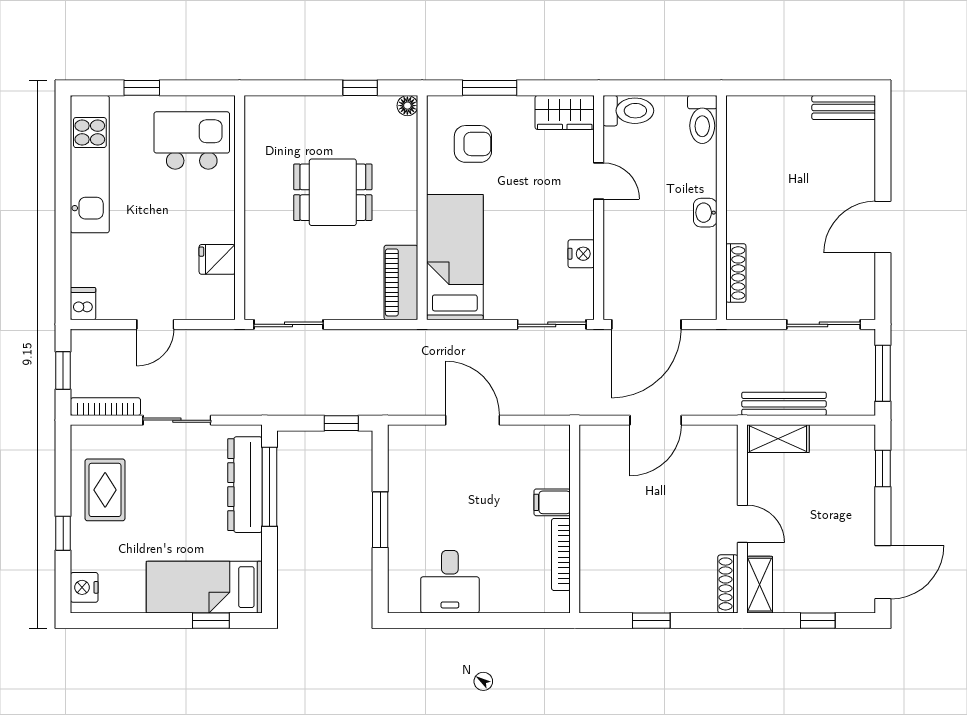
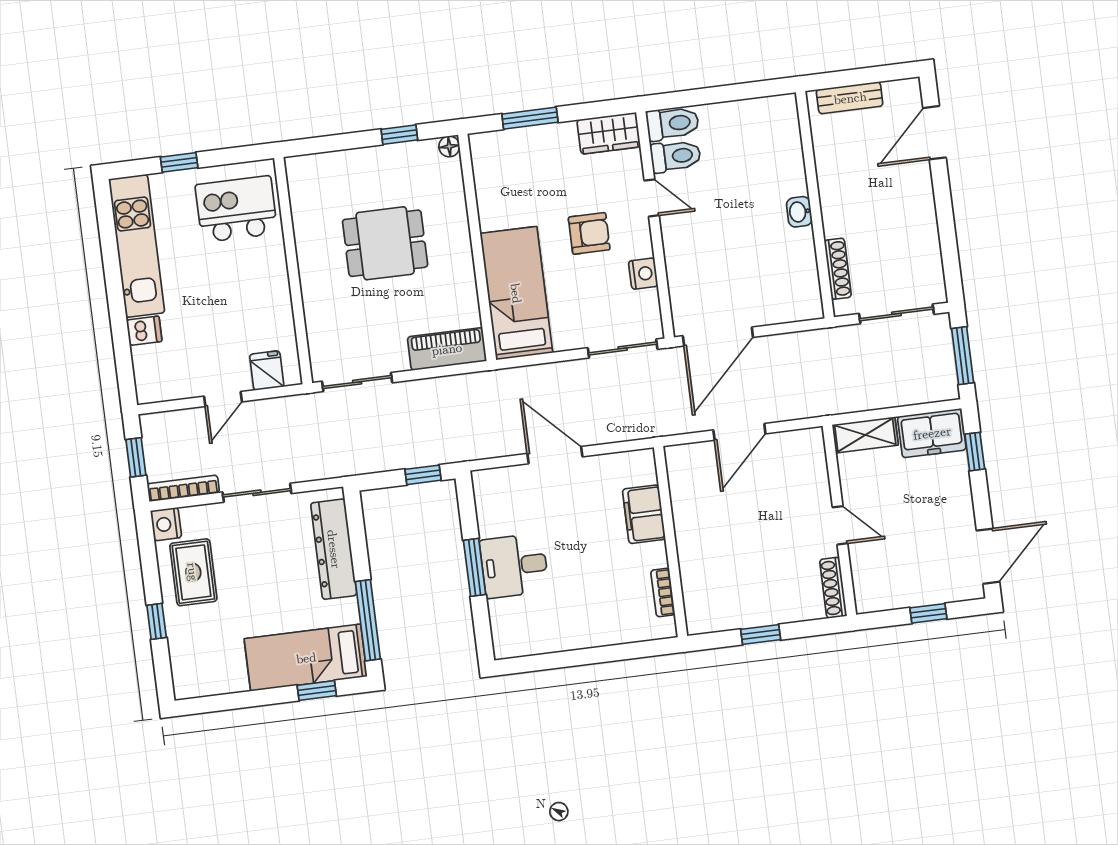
bench: (844, 108) -> (850, 98), moved
toilet: (702, 119) -> (676, 156), moved, turned -90
armchair: (473, 144) -> (589, 233), moved
wall: (721, 208) -> (815, 205), moved
washbasin: (705, 213) -> (799, 212), moved
door: (883, 227) -> (934, 133), moved
fridge: (217, 259) -> (267, 371), moved, turned 90
shoe rack: (736, 273) -> (838, 269), moved
piano: (401, 282) -> (447, 349), moved, turned 90
dishwasher: (83, 304) -> (144, 331), moved, turned 90
bench: (784, 404) -> (867, 399), removed
freezer: (843, 445) -> (932, 433), added
window: (269, 487) -> (368, 620), moved
filing cabinet: (552, 502) -> (644, 514), width x2.00
bookcase: (561, 555) -> (663, 592), width x0.64
desk: (450, 582) -> (514, 566), moved, turned 90
shelving: (760, 585) -> (865, 584), removed
nightstand: (84, 587) -> (166, 524), moved

